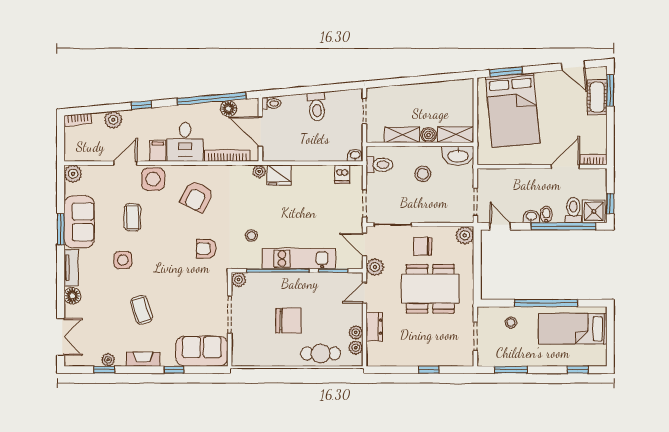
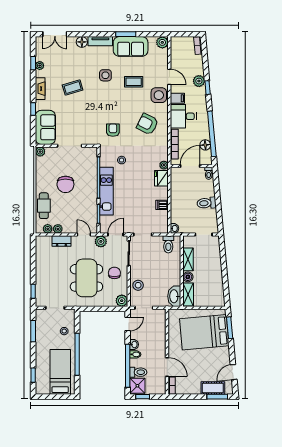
plant: (113, 120) -> (199, 81), moved
dishwasher: (342, 174) -> (162, 205), moved
stool: (423, 174) -> (138, 285), moved
plant: (239, 280) -> (40, 152), moved
window: (429, 370) -> (33, 291), moved

